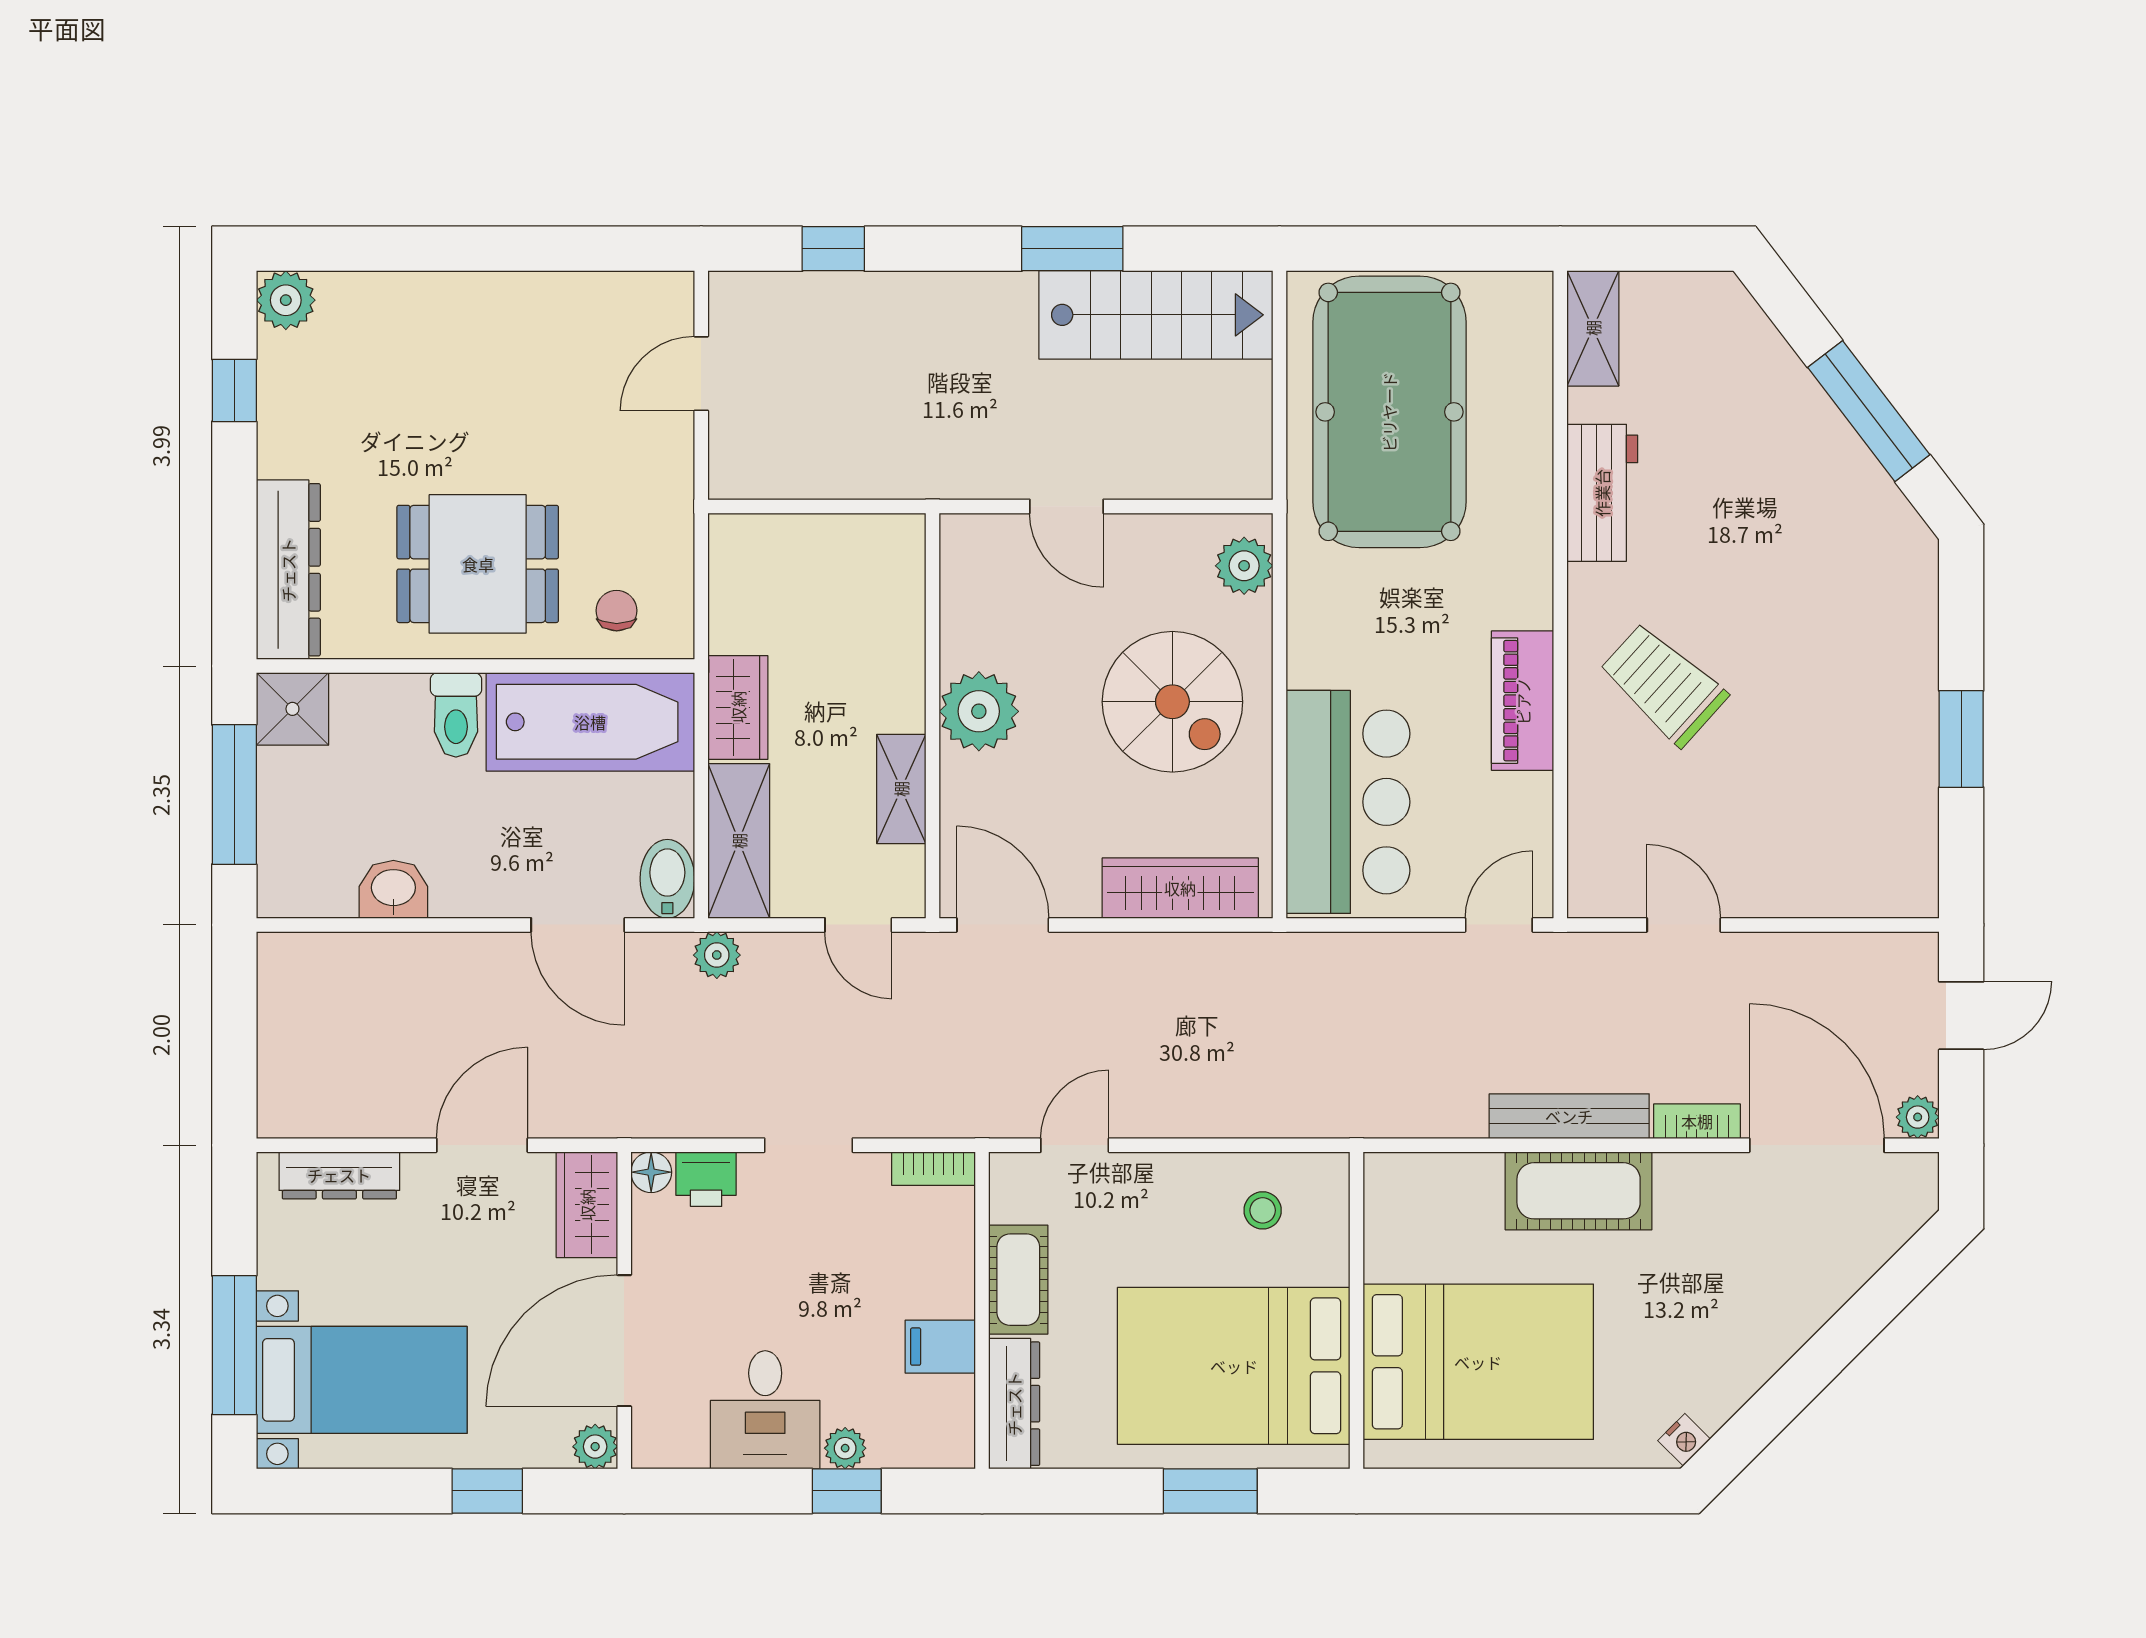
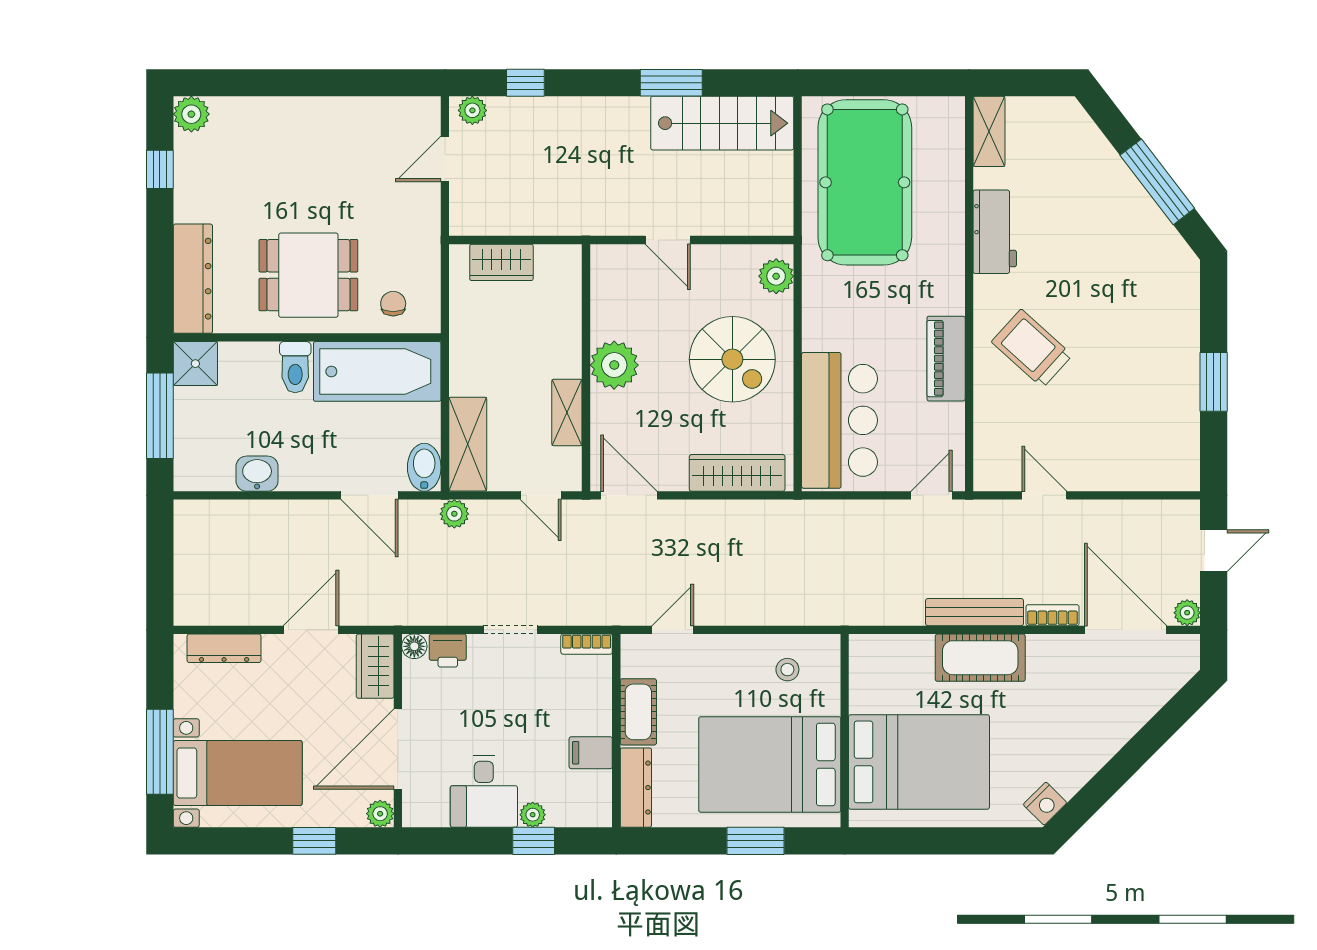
plant: (746, 294) -> (472, 110), added
wardrobe: (738, 707) -> (501, 262), moved, turned 90
nightstand: (1684, 1440) -> (1045, 804), width x1.39, depth x1.35

